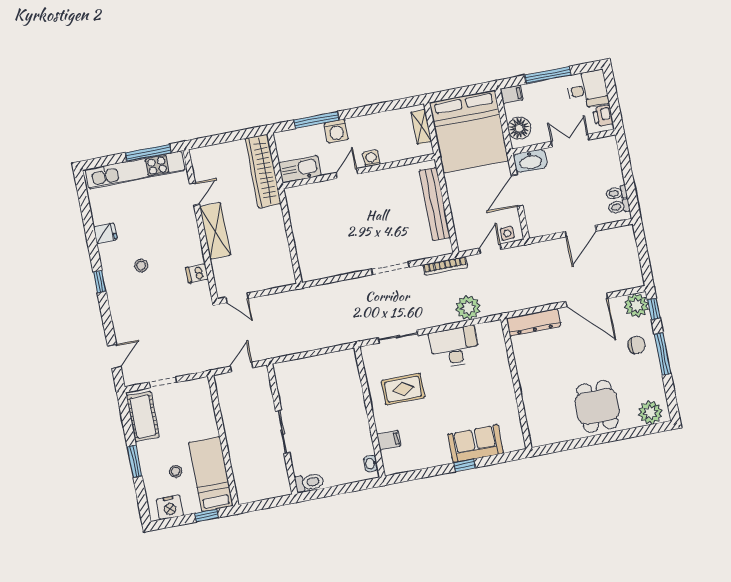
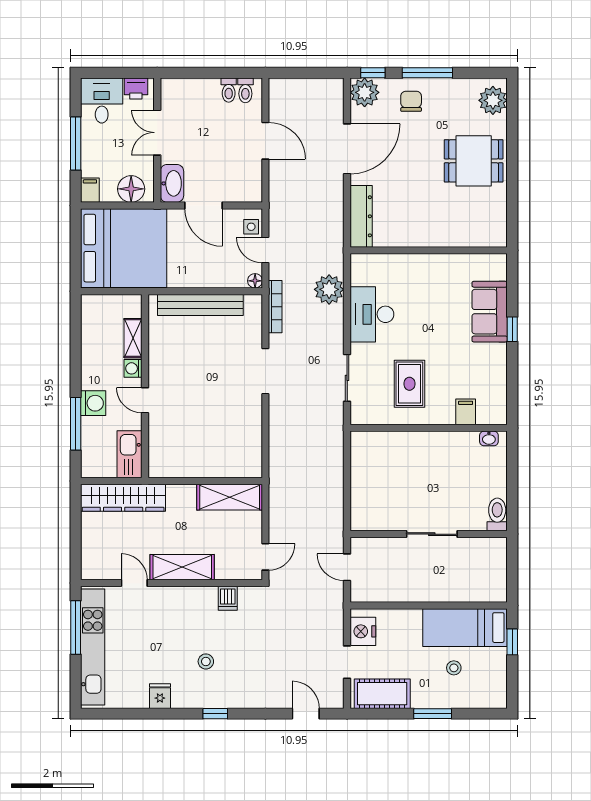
shelving: (421, 127) -> (133, 338), moved, turned 90
floor lamp: (463, 245) -> (255, 281), added
shelving: (281, 259) -> (230, 497), added
nightstand: (170, 507) -> (363, 631), moved, turned 180

